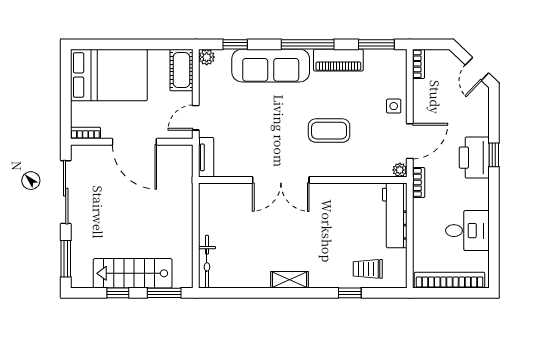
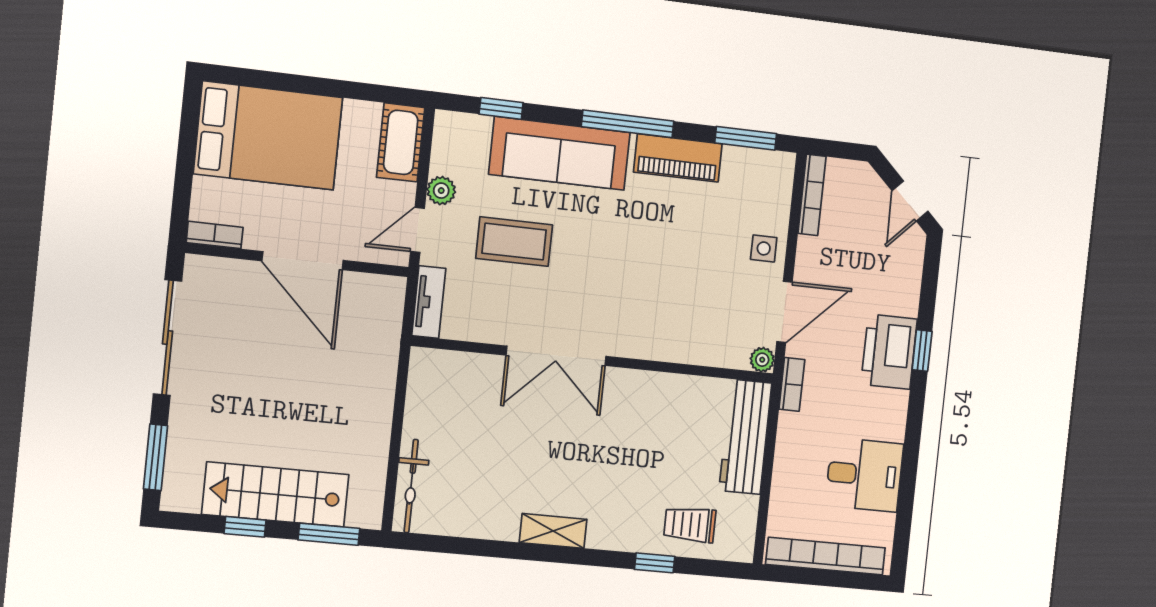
plant: (207, 57) -> (441, 191), moved
bookcase: (419, 64) -> (812, 195), width x1.56
coffee table: (329, 131) -> (514, 242), moved

